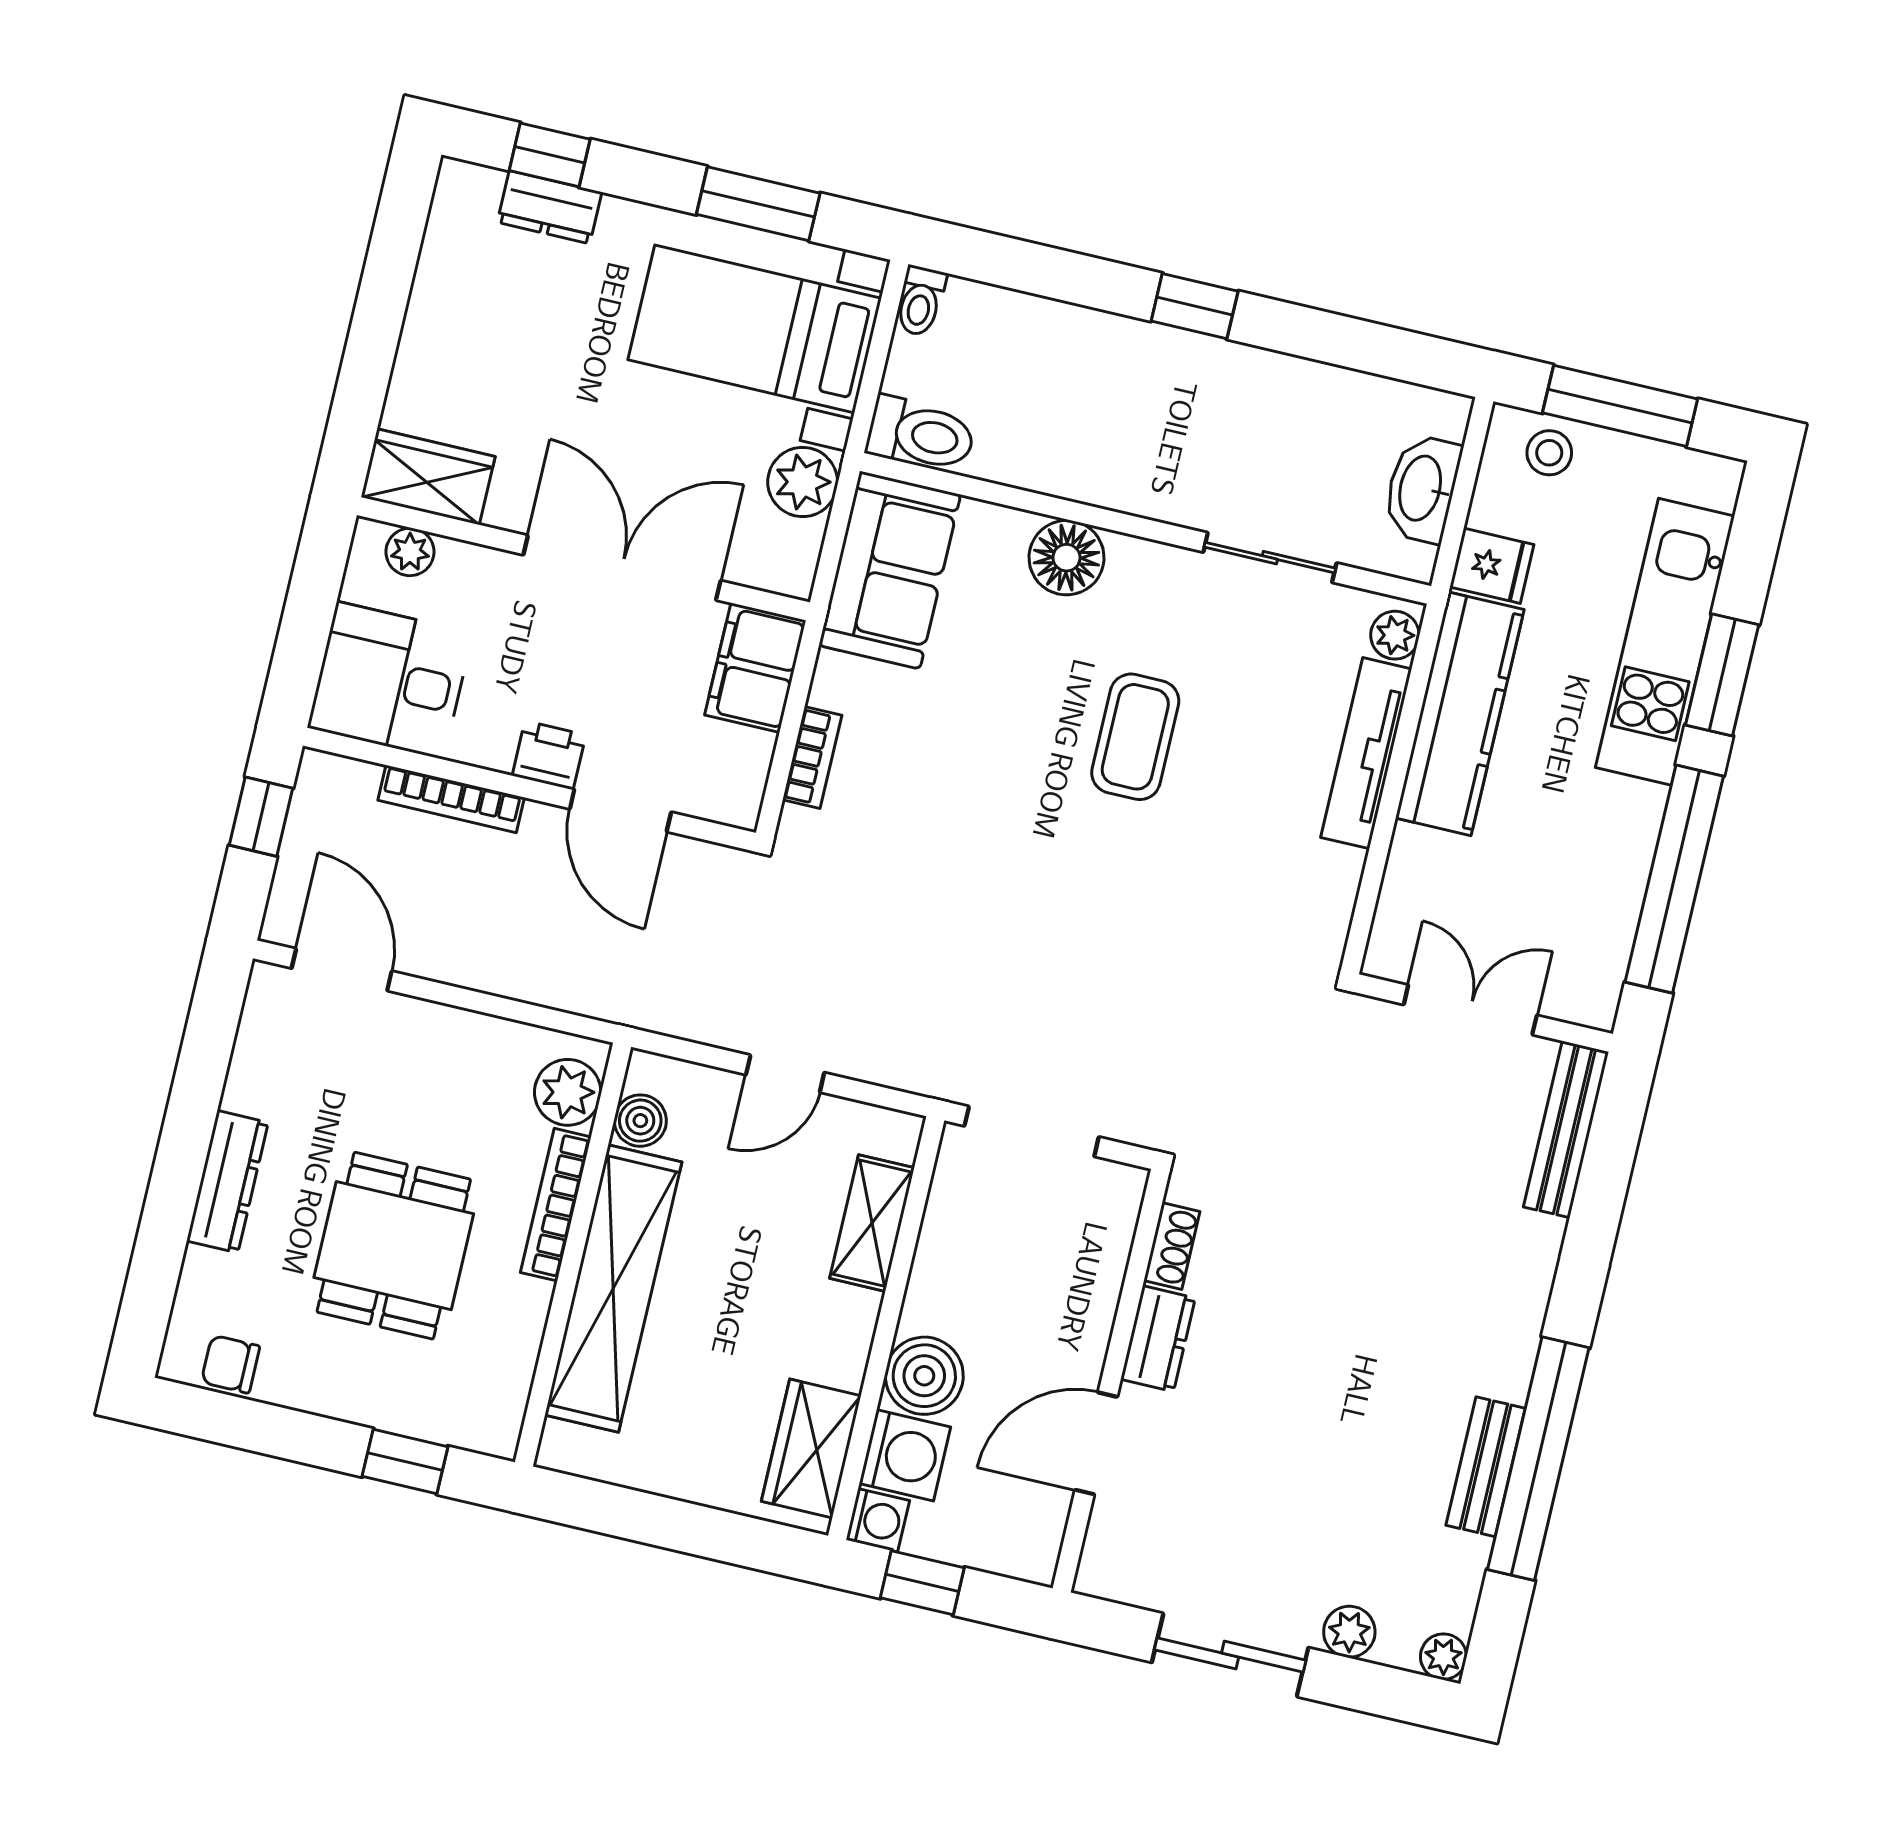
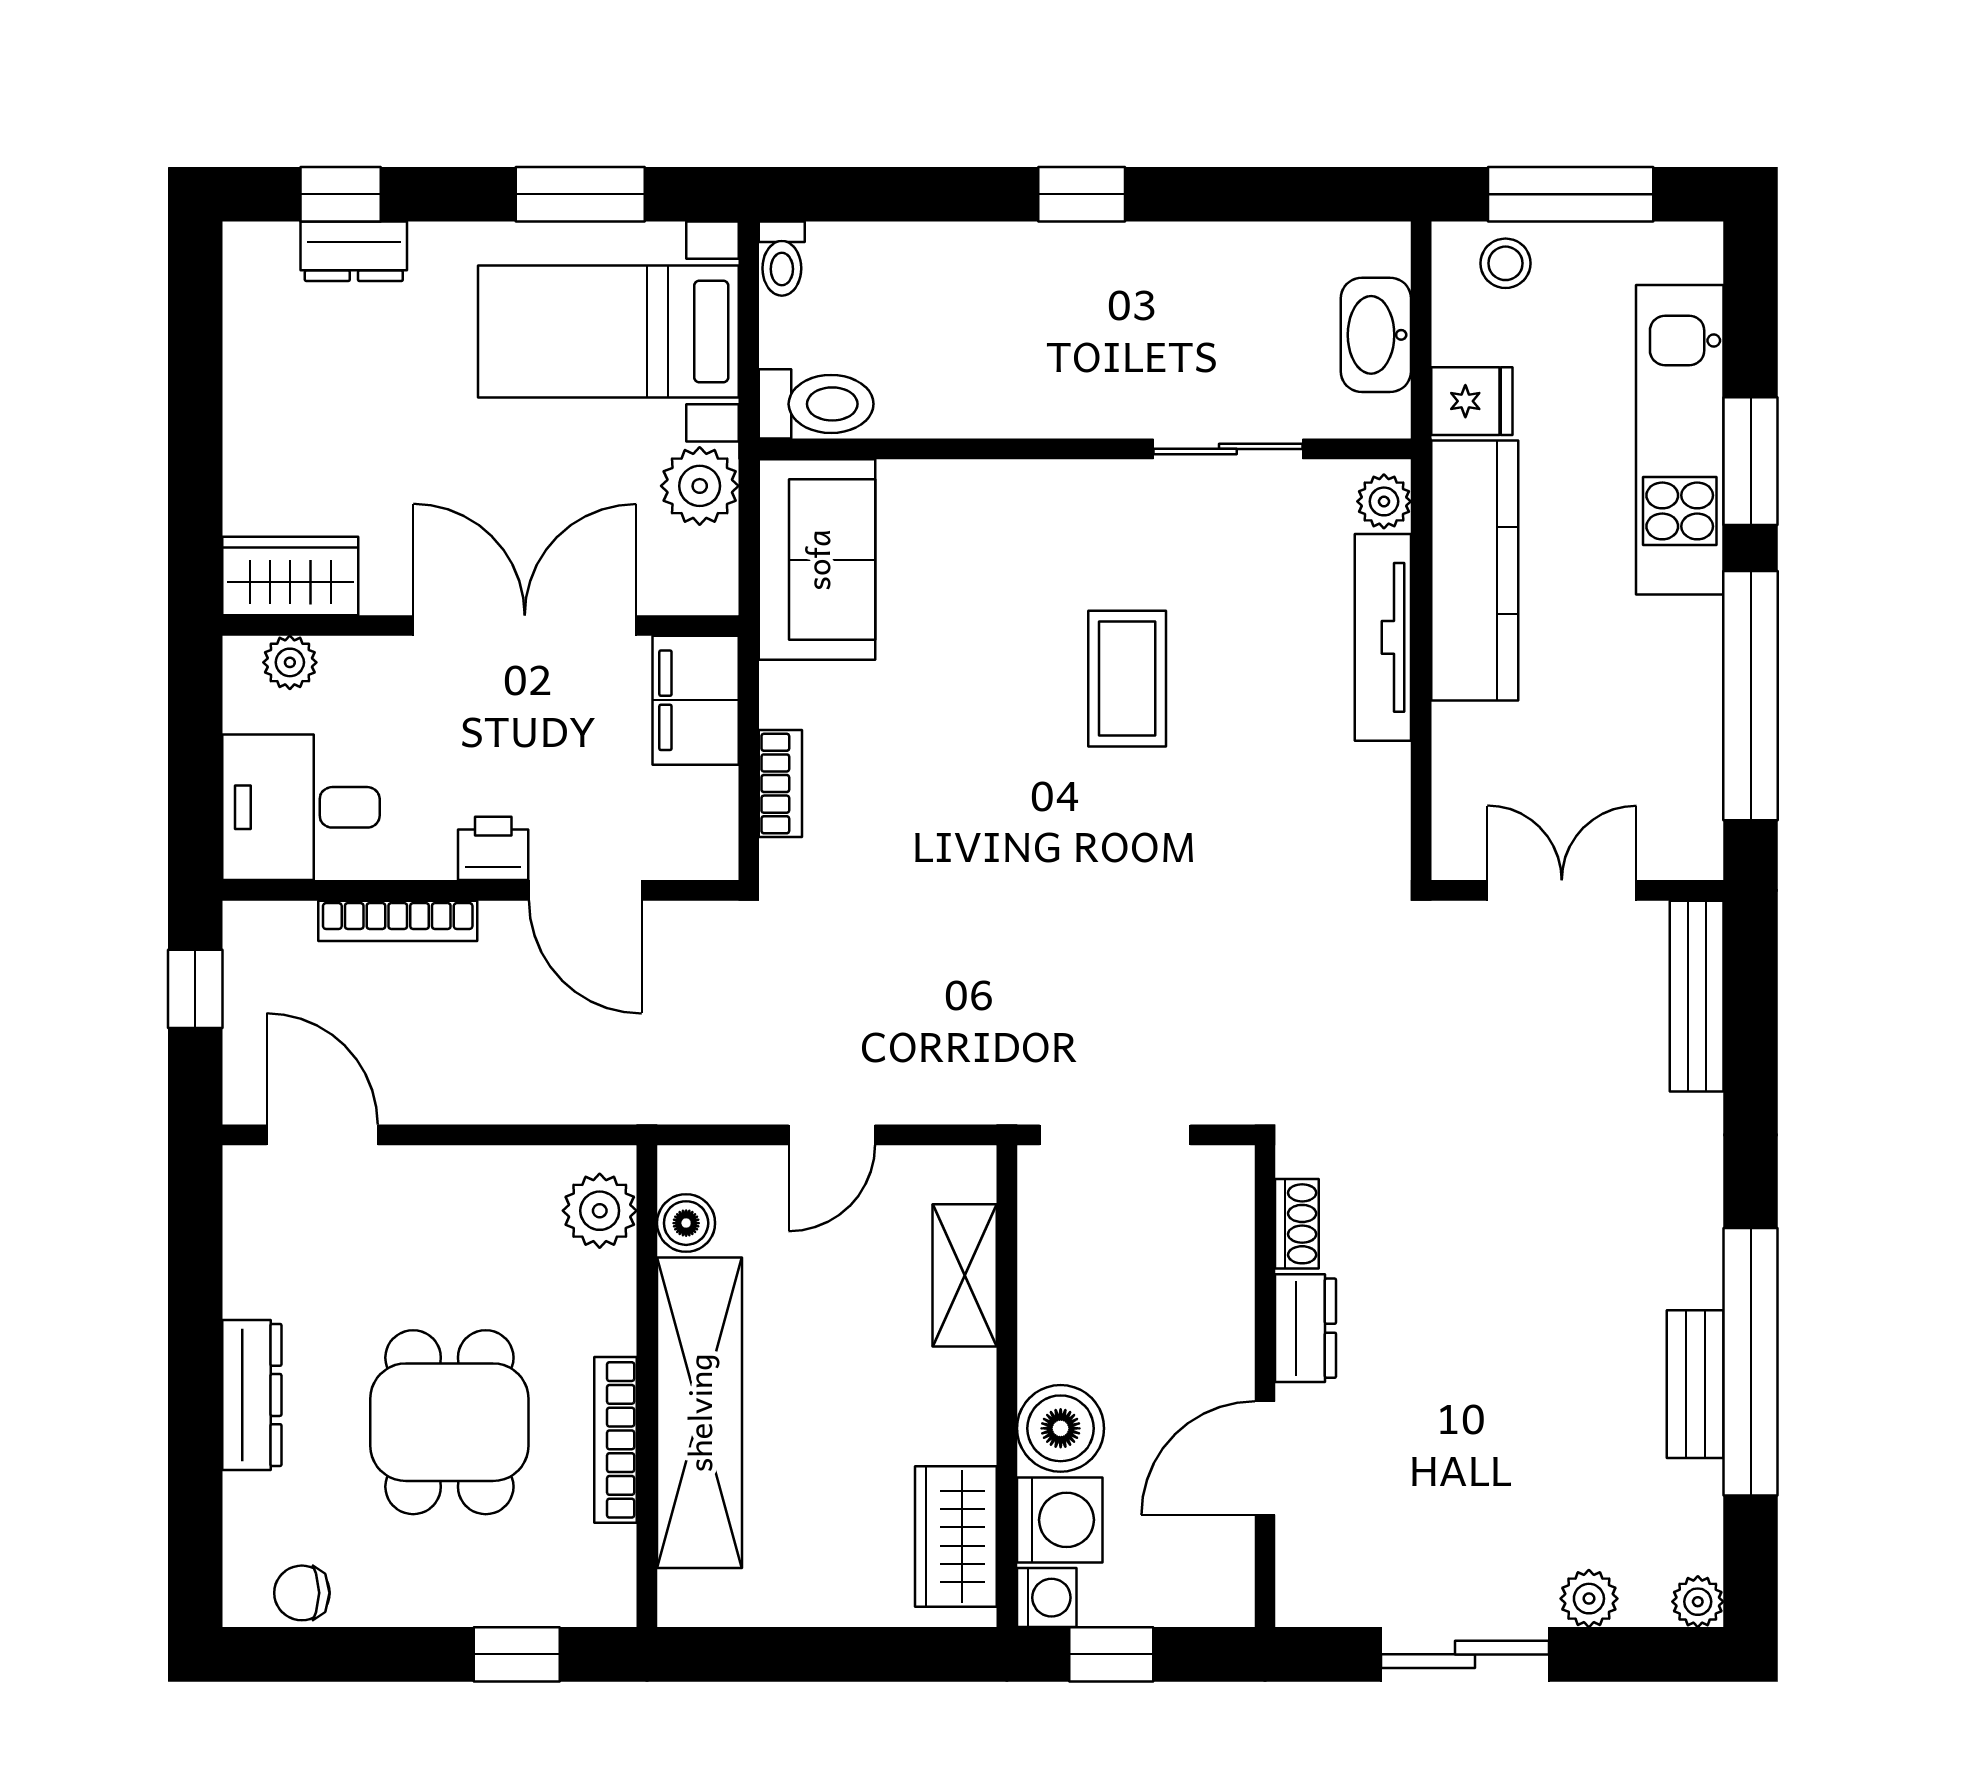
floor lamp: (1066, 558) -> (1006, 501), removed
bookcase: (556, 1205) -> (615, 1440), moved

